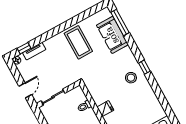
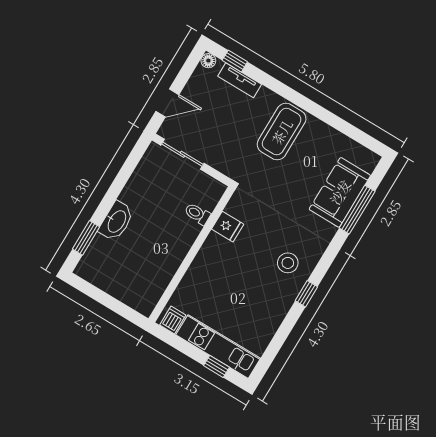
window: (120, 23) -> (357, 210), moved
coffee table: (78, 42) -> (282, 132), moved
window: (144, 67) -> (306, 294), moved
fridge: (105, 109) -> (228, 227), moved

